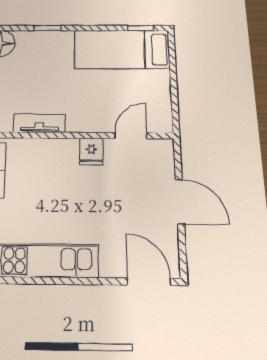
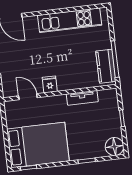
bed: (122, 49) -> (38, 145), width x1.50
door: (131, 136) -> (28, 97), swing flipped

